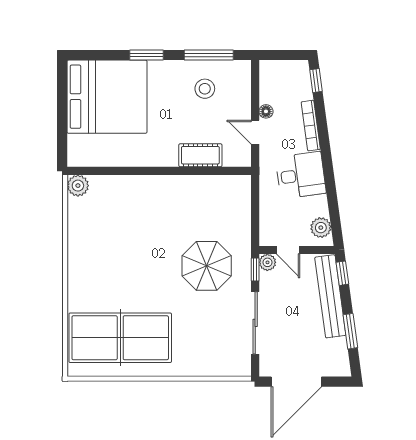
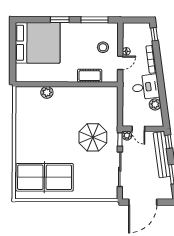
stool: (205, 89) -> (103, 47), moved
door: (255, 132) -> (120, 63), swing flipped
plant: (78, 186) -> (47, 92), moved
plant: (321, 228) -> (155, 104), moved

